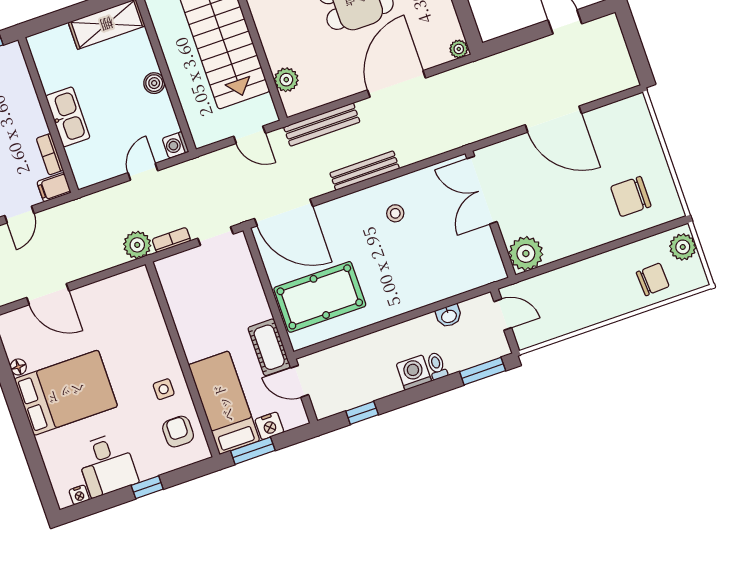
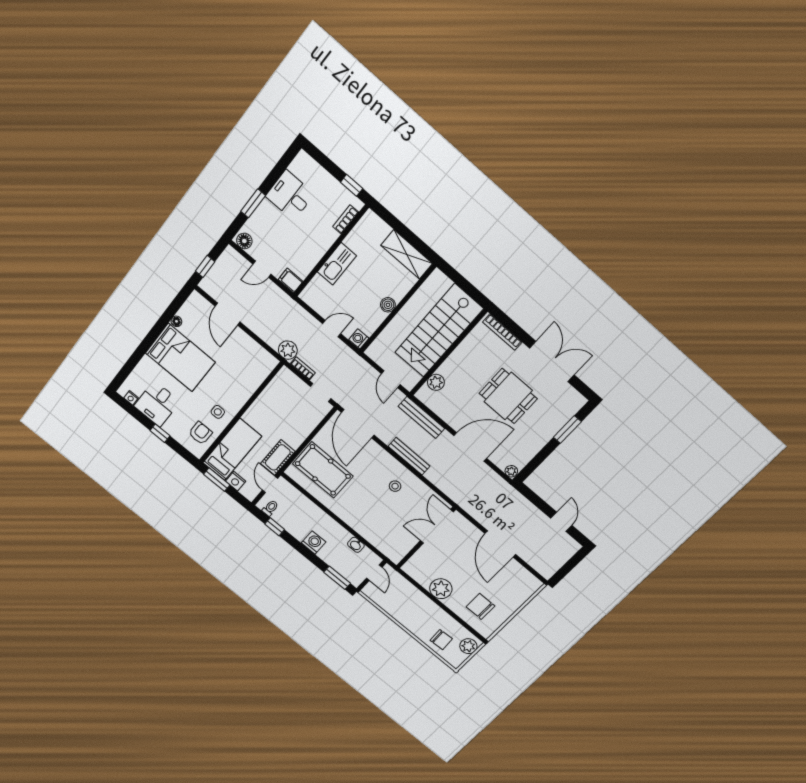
bookcase: (50, 154) -> (346, 219), moved
plant: (526, 253) -> (441, 589), moved
toilet: (437, 366) -> (270, 508), moved

